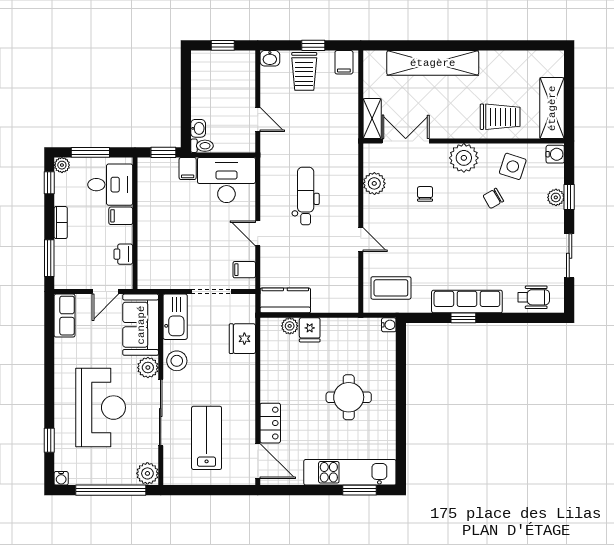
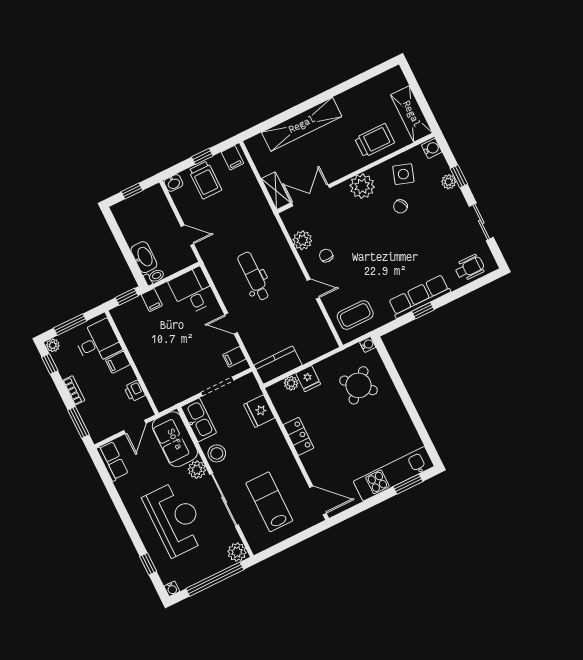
washbasin: (198, 128) -> (144, 257), width x1.91, depth x1.45
desk: (226, 180) -> (192, 291), width x0.73
chair: (425, 194) -> (326, 256), moved
round table: (349, 397) -> (359, 385), moved, turned 45
locker: (270, 423) -> (298, 436), moved

